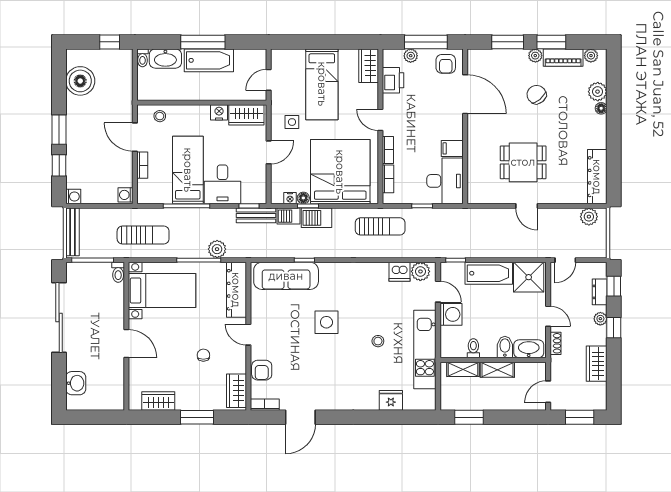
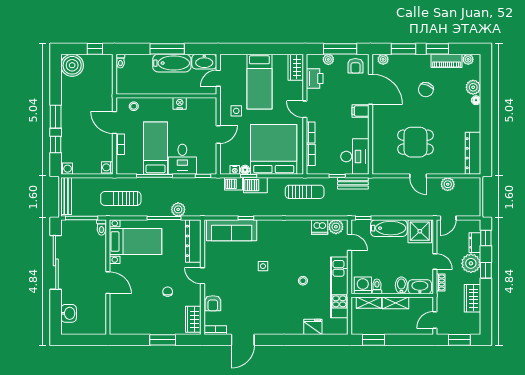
plant: (535, 56) -> (383, 59), moved
washbasin: (165, 59) -> (204, 62), moved
boiler: (80, 81) -> (72, 65), moved
chair: (536, 95) -> (426, 90), turned -117
wardrobe: (246, 115) -> (201, 105), removed
filing cabinet: (452, 148) -> (361, 111), moved
bench: (256, 215) -> (353, 183), moved
plant: (589, 217) -> (448, 184), moved
sun lounger: (143, 235) -> (121, 198), turned 180
washing machine: (451, 314) -> (363, 285), moved, turned -90
plant: (600, 319) -> (471, 263), width x1.87, depth x1.87
side table: (326, 322) -> (263, 266), width x0.54, depth x0.54
wardrobe: (158, 401) -> (133, 327), removed

